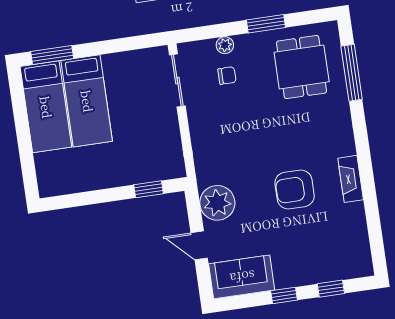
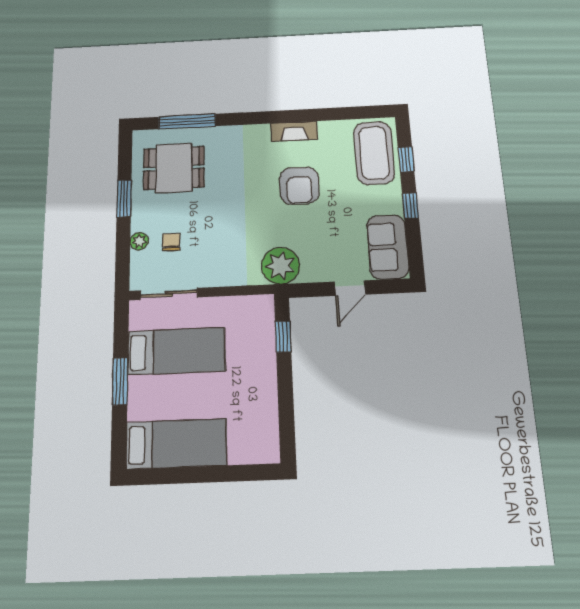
window: (52, 55) -> (120, 381), moved
bed: (87, 101) -> (176, 351), moved
plant: (217, 203) -> (280, 266), moved
coffee table: (335, 258) -> (374, 153), added

